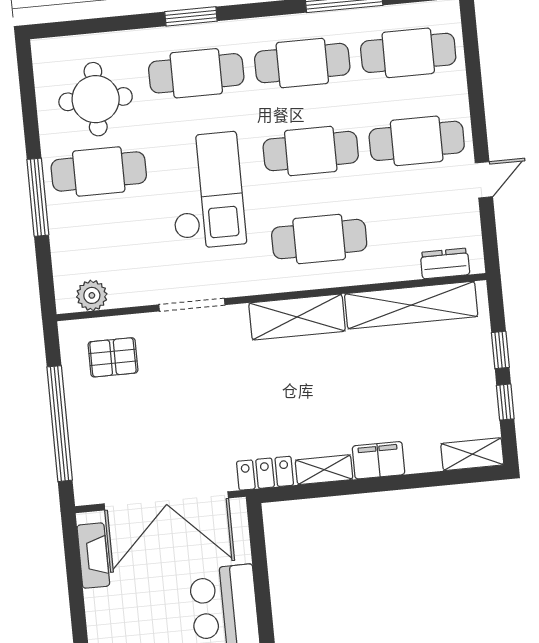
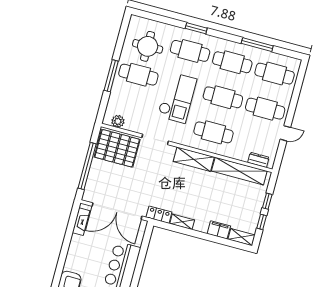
pallet: (113, 357) -> (117, 148), width x2.05, depth x2.00
filing cabinet: (379, 460) -> (219, 230), moved

